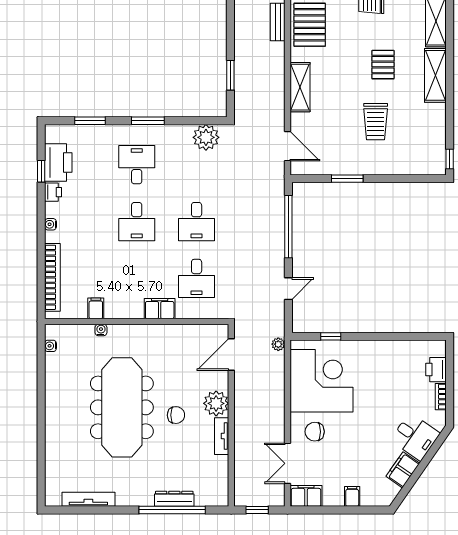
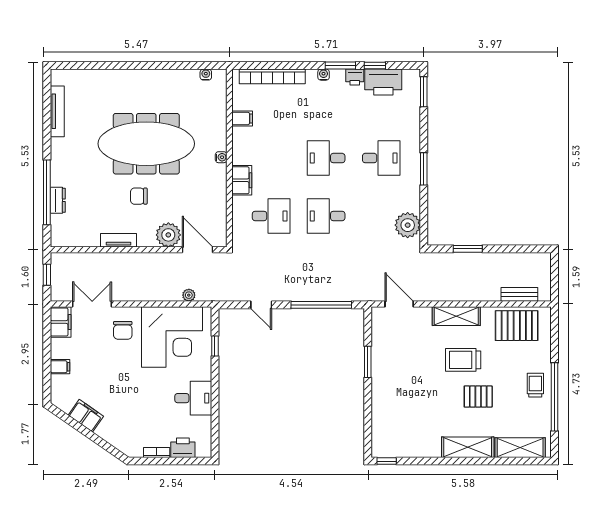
window: (90, 121) -> (424, 92), moved
trolley: (376, 122) -> (463, 360), moved
door: (287, 146) -> (399, 304), swing flipped
window: (41, 207) -> (340, 66), added
desk: (197, 278) -> (271, 216), turned 180
water cooler: (101, 330) -> (221, 157), moved
plant: (278, 344) -> (189, 295), moved
plant: (216, 403) -> (168, 235), moved
chair: (176, 415) -> (139, 196), turned 90
chair: (315, 432) -> (123, 330), turned 180
desk: (415, 437) -> (193, 398), moved, turned -125
dresser: (174, 499) -> (58, 200), width x0.70

